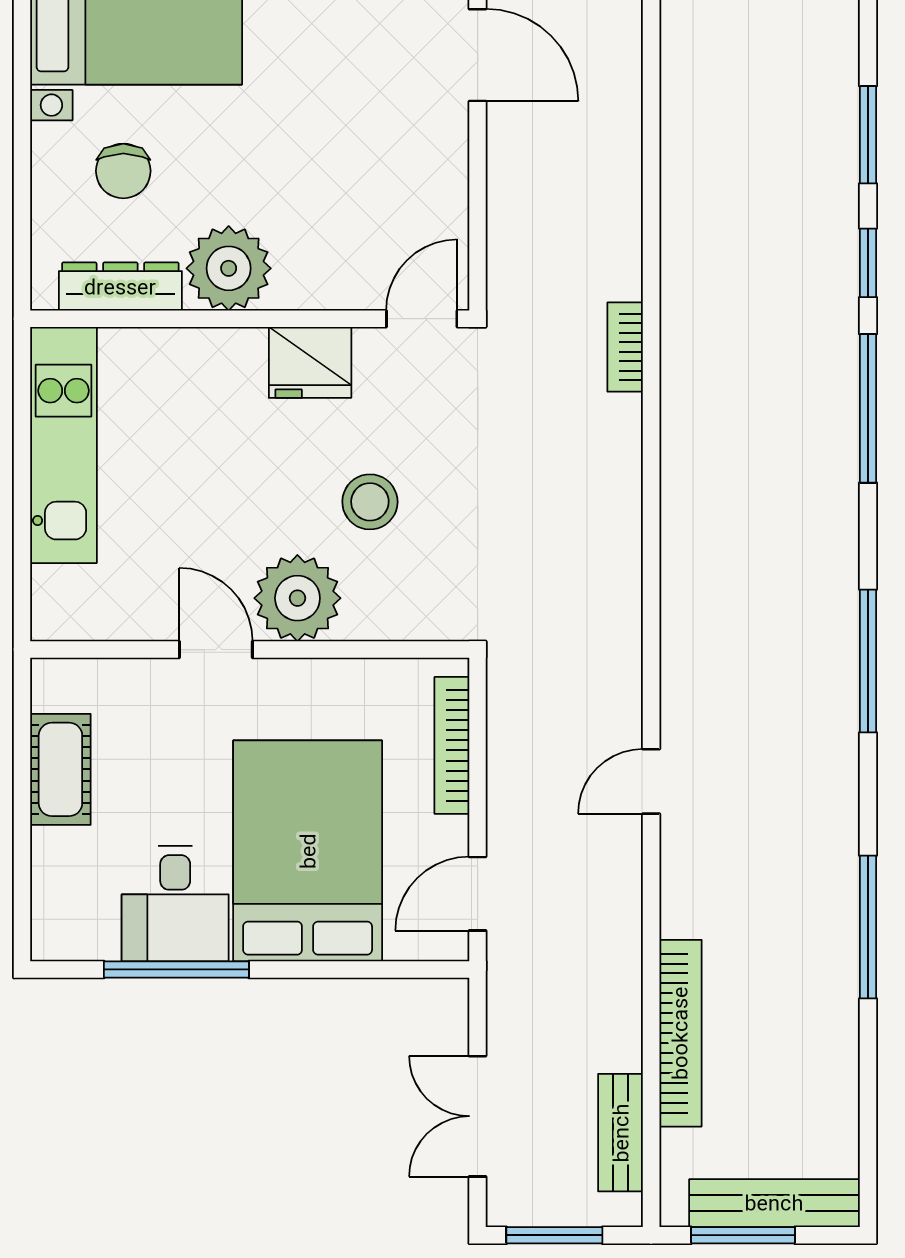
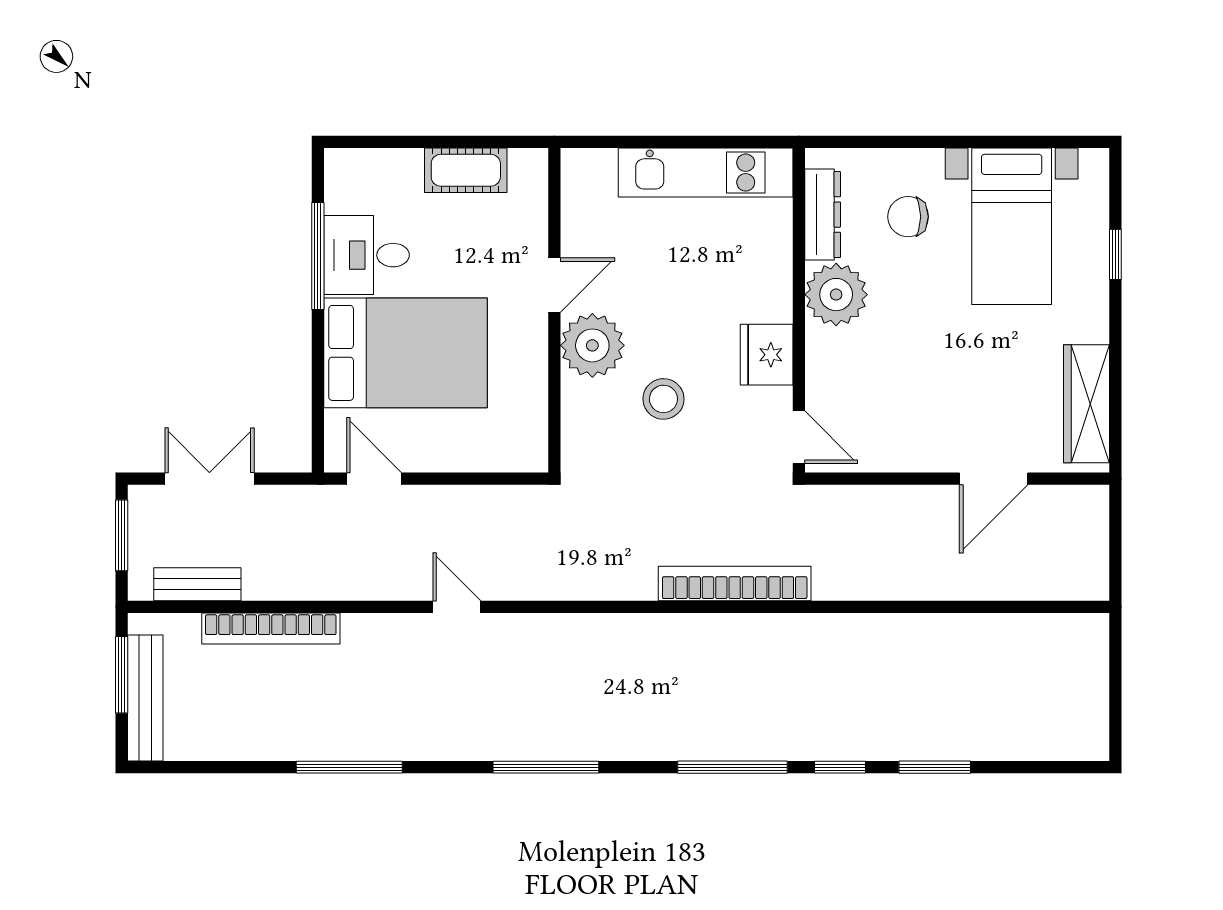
bookcase: (625, 347) -> (735, 583), width x2.31, depth x1.31
bookcase: (452, 745) -> (483, 460), removed

